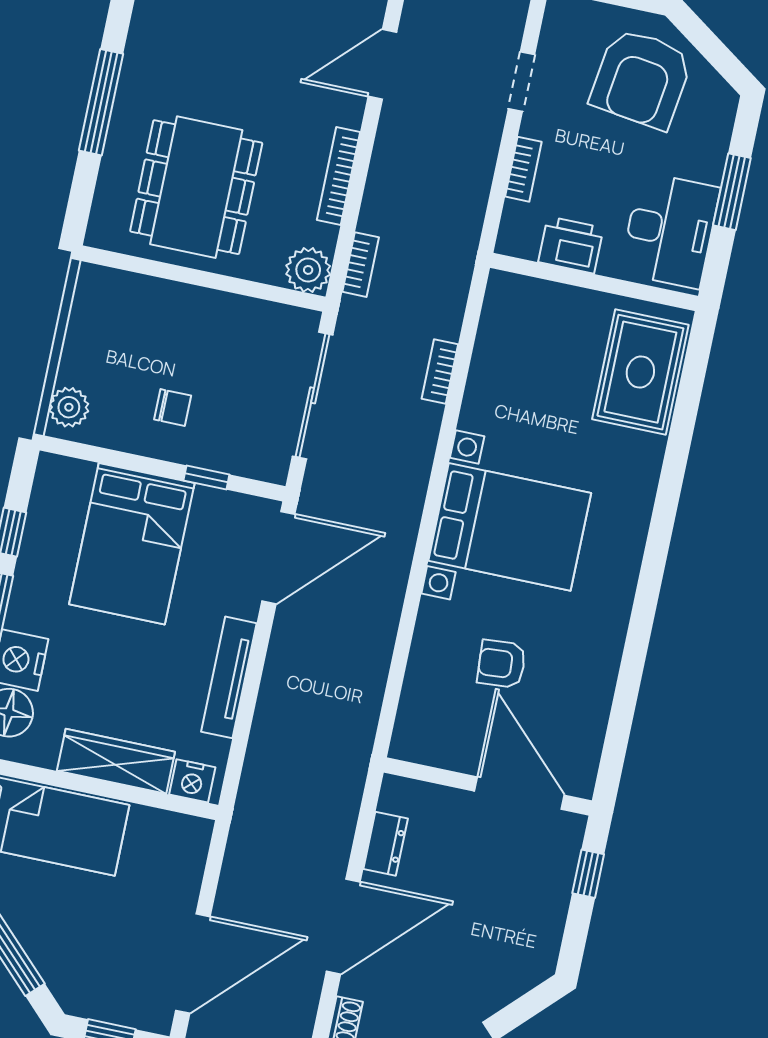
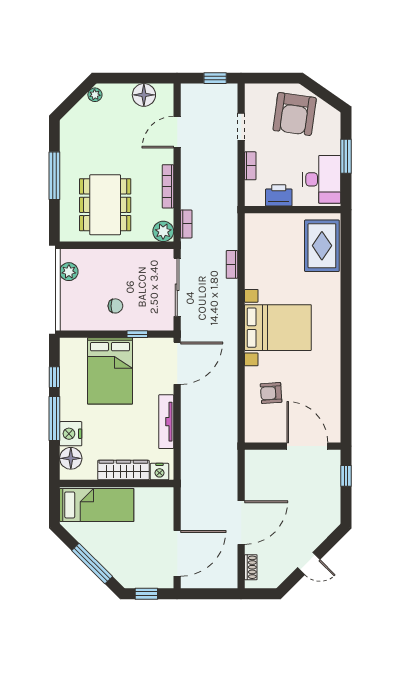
plant: (69, 407) -> (69, 272), moved
armchair: (502, 664) -> (271, 393), moved
dresser: (386, 844) -> (252, 482), removed

